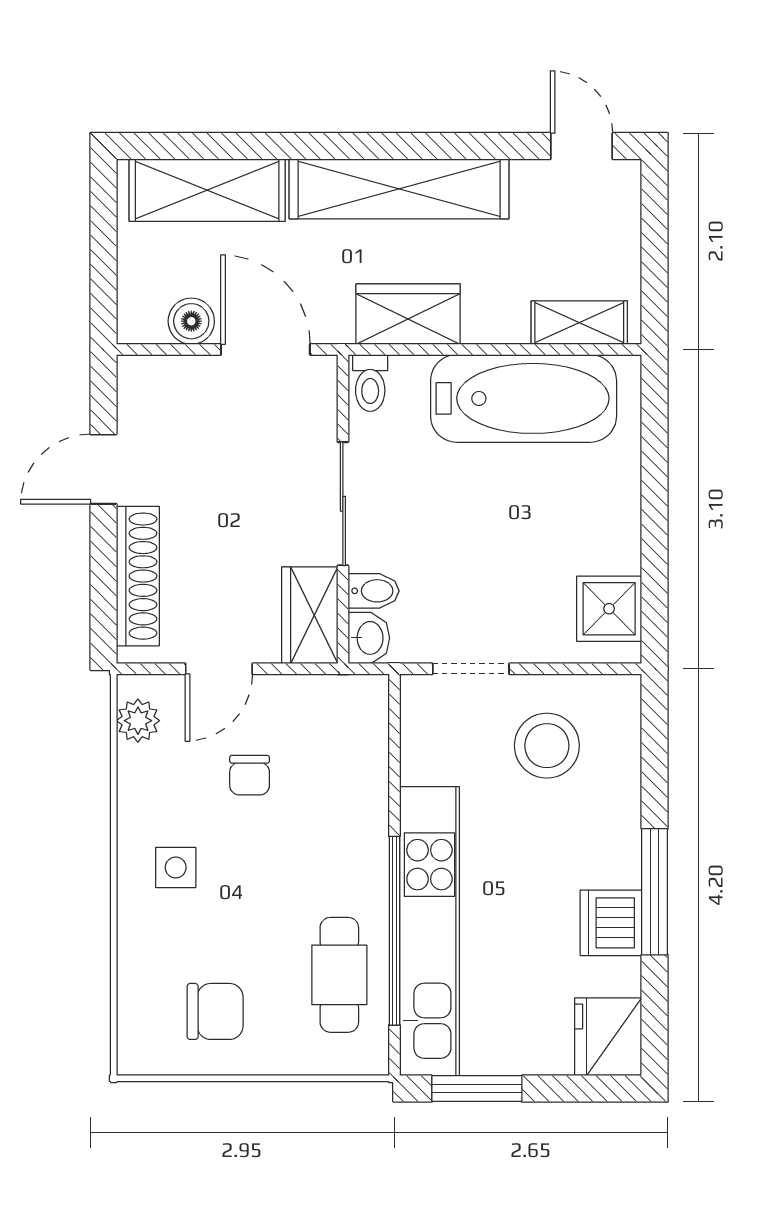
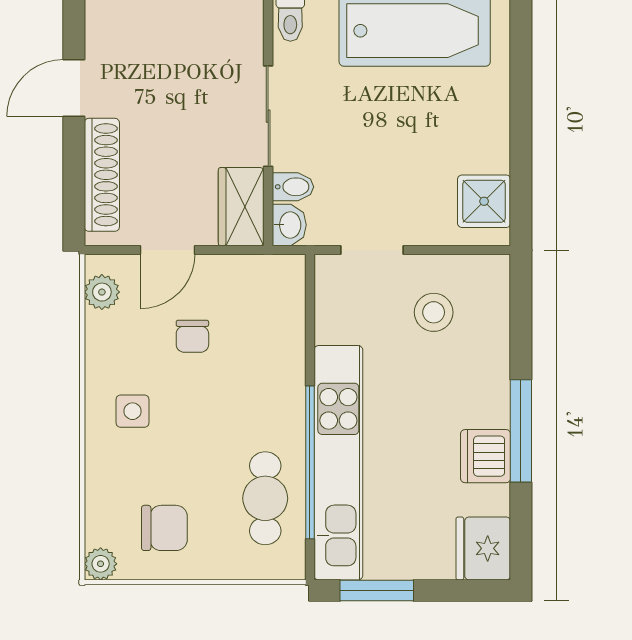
stool: (547, 746) -> (434, 312), width x0.73, depth x0.73
plant: (136, 1056) -> (101, 564), added

